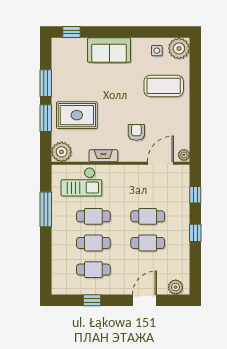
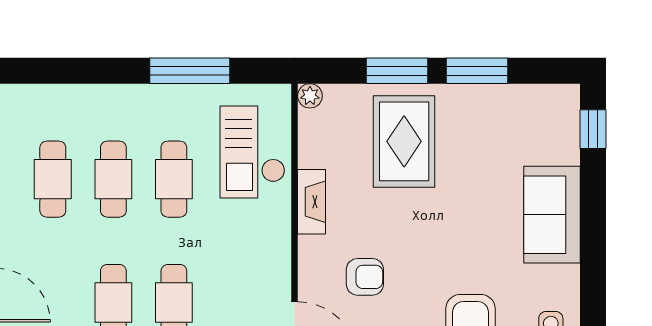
plant: (62, 152) -> (310, 96), width x0.53, depth x0.53

